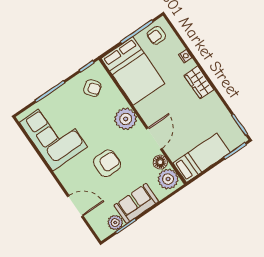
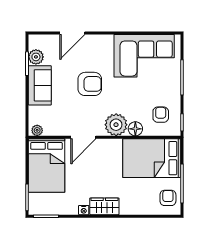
nightstand: (185, 56) -> (84, 210), moved
armchair: (92, 88) -> (161, 115), turned 128
door: (154, 139) -> (83, 137), hinge flipped
bed: (201, 158) -> (47, 166), width x1.50
floor lamp: (160, 162) -> (135, 129), moved
armchair: (107, 163) -> (90, 84), turned -90
plant: (168, 179) -> (37, 130), width x0.53, depth x0.53

